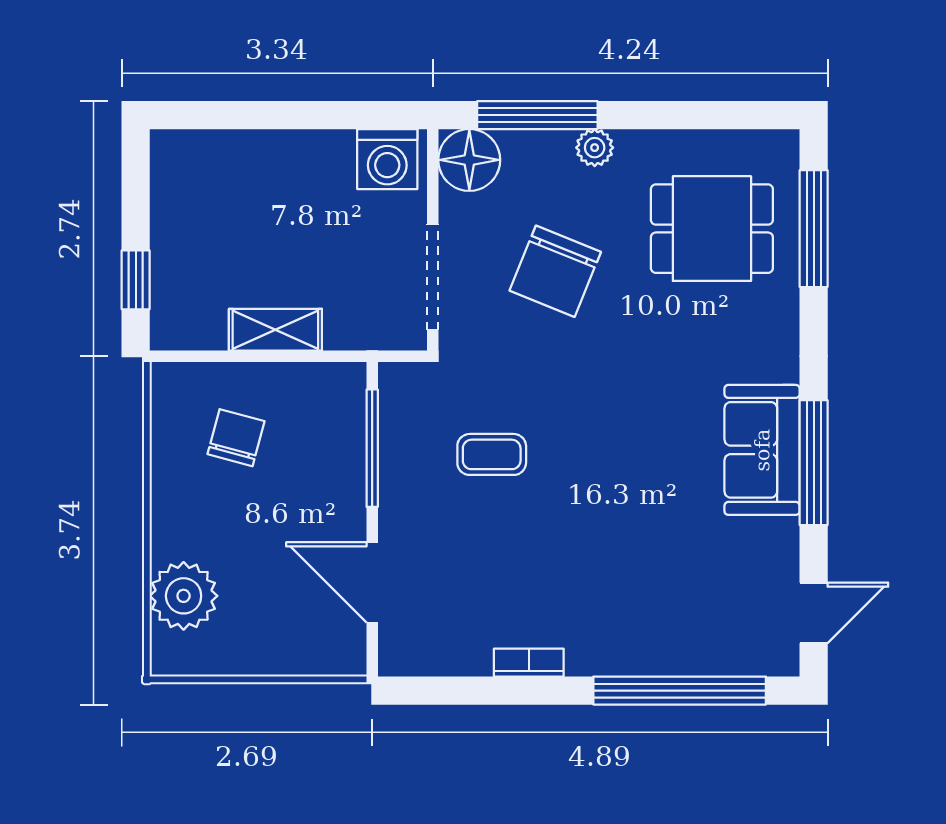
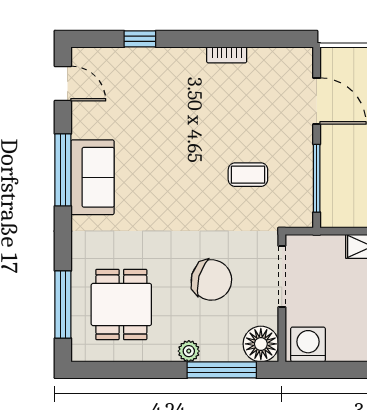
dining table: (712, 229) -> (121, 304), turned 90
chair: (555, 271) -> (211, 280), turned 84
door: (814, 613) -> (63, 84), swing flipped
window: (680, 691) -> (140, 39), width x0.32

